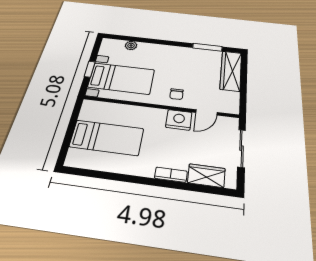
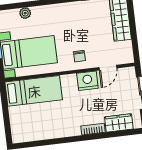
bed: (107, 138) -> (34, 91), moved

